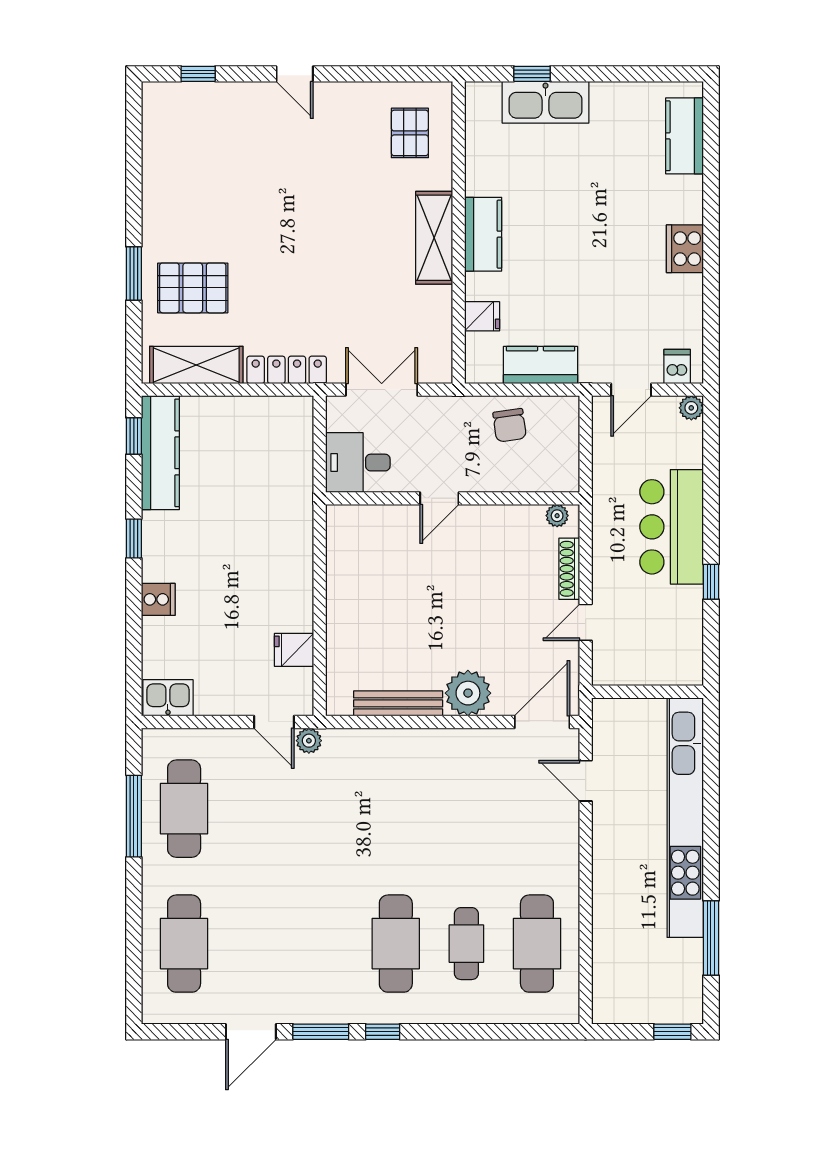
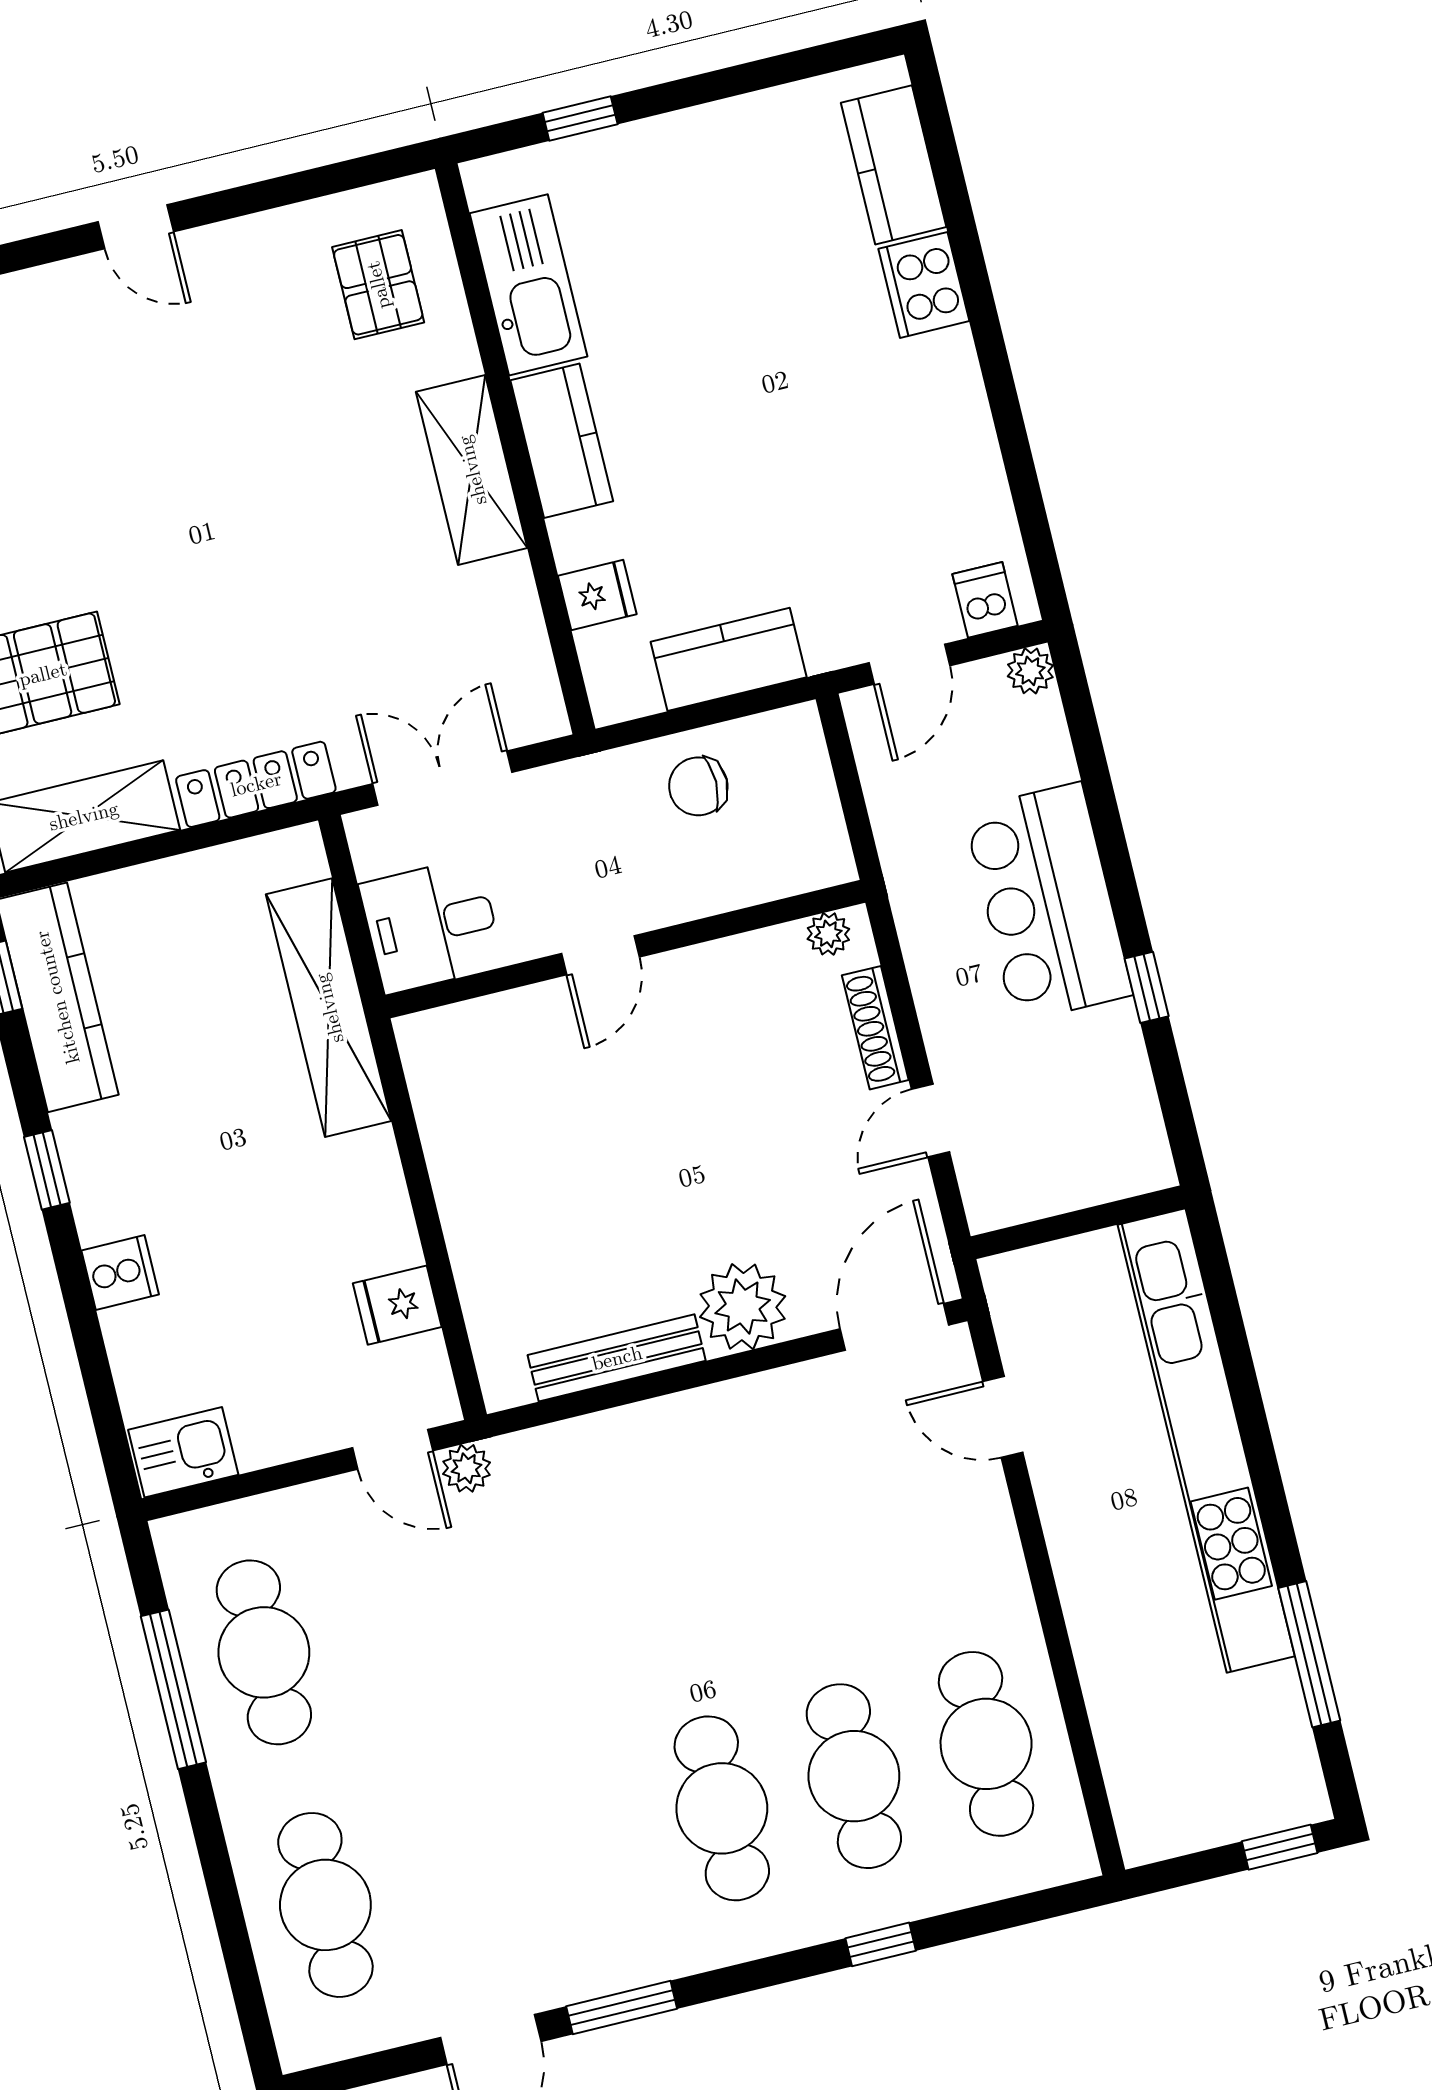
kitchen sink: (545, 102) -> (528, 285), moved, turned -90
cooker: (685, 249) -> (924, 285), moved
chair: (510, 425) -> (698, 786), turned 98
shelving: (296, 491) -> (329, 1008), added
cafe table: (466, 944) -> (854, 1776), width x1.37, depth x1.35
window: (383, 1032) -> (881, 1944), moved

